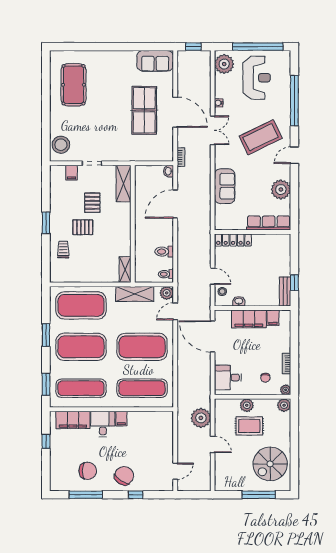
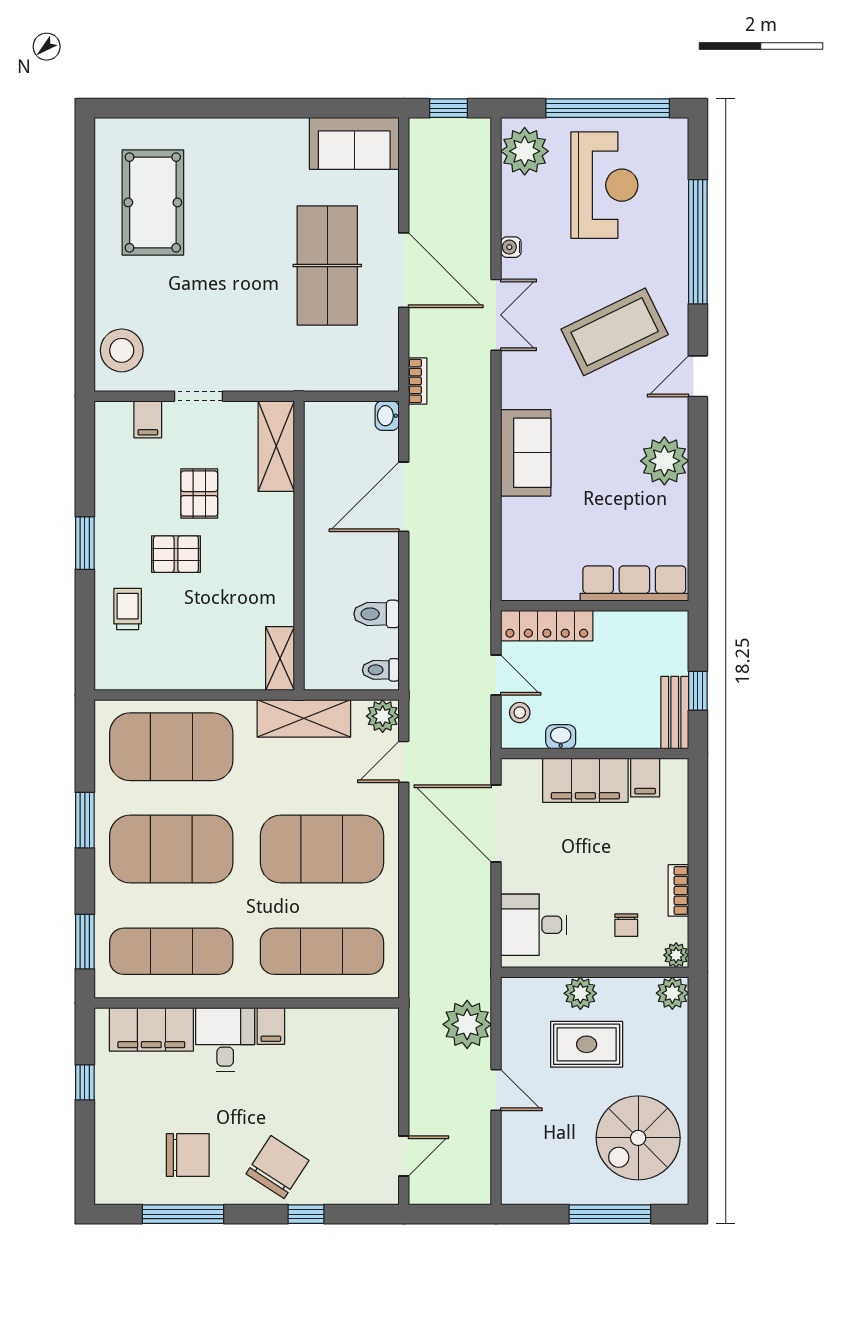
row of seats: (269, 223) -> (634, 583), moved
wall: (253, 232) -> (595, 606), moved
locker: (233, 240) -> (547, 626), moved

